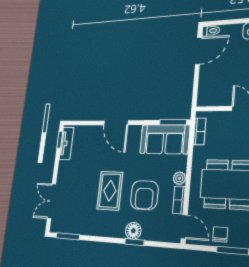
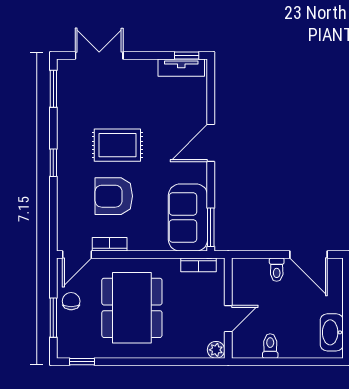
toilet: (211, 31) -> (277, 270), moved
plant: (179, 178) -> (137, 243), removed
floor lamp: (133, 231) -> (67, 185), removed
chair: (220, 234) -> (71, 301), turned -90
window: (134, 242) -> (53, 163), moved

